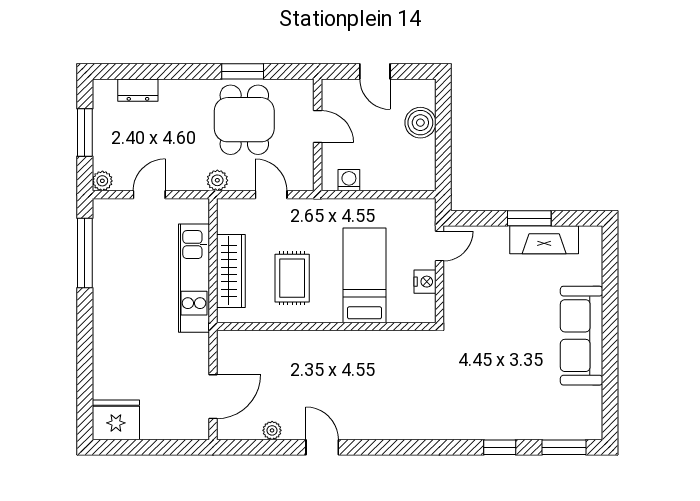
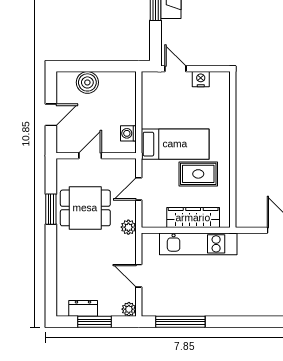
dresser: (138, 90) -> (83, 308), moved, turned -90
bed: (365, 275) -> (175, 144), moved, turned 180

